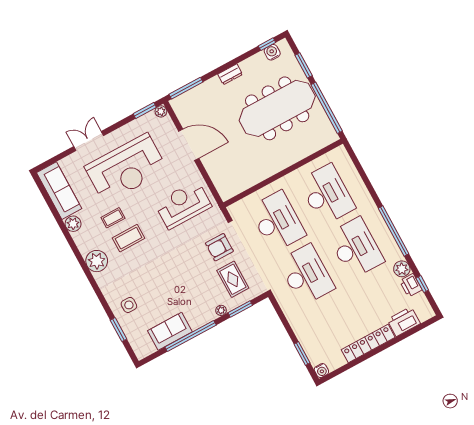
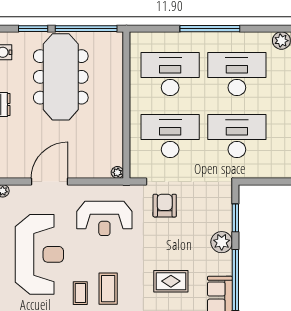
plant: (225, 195) -> (117, 172), added
reception desk: (183, 205) -> (104, 218), turned -90
window: (394, 231) -> (210, 29), moved
armchair: (219, 247) -> (165, 206), turned 180
rug: (233, 279) -> (171, 281), moved
plant: (221, 310) -> (222, 242), width x1.88, depth x1.88

